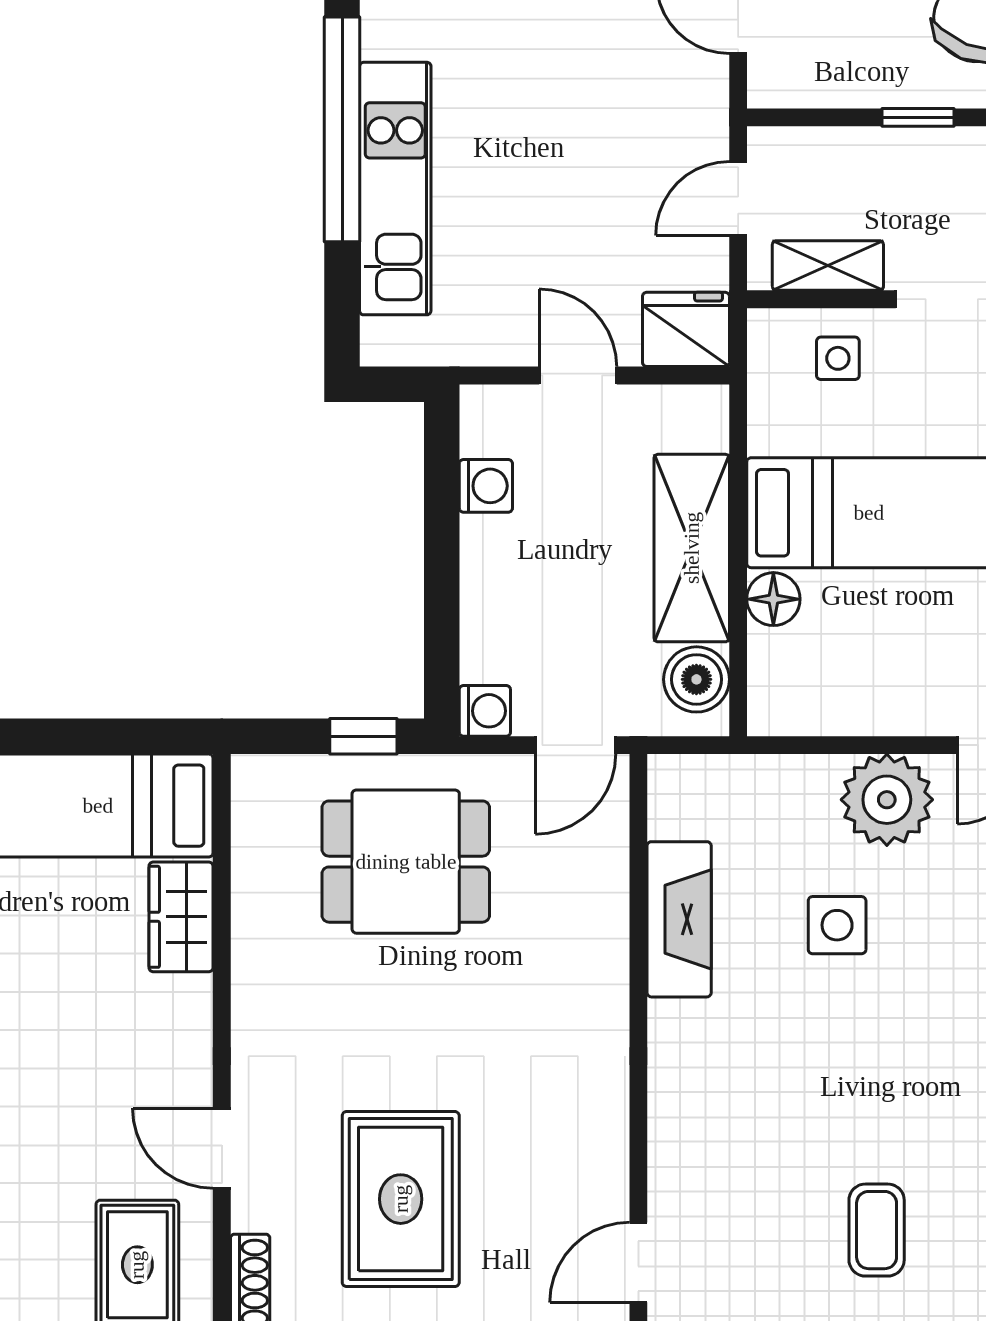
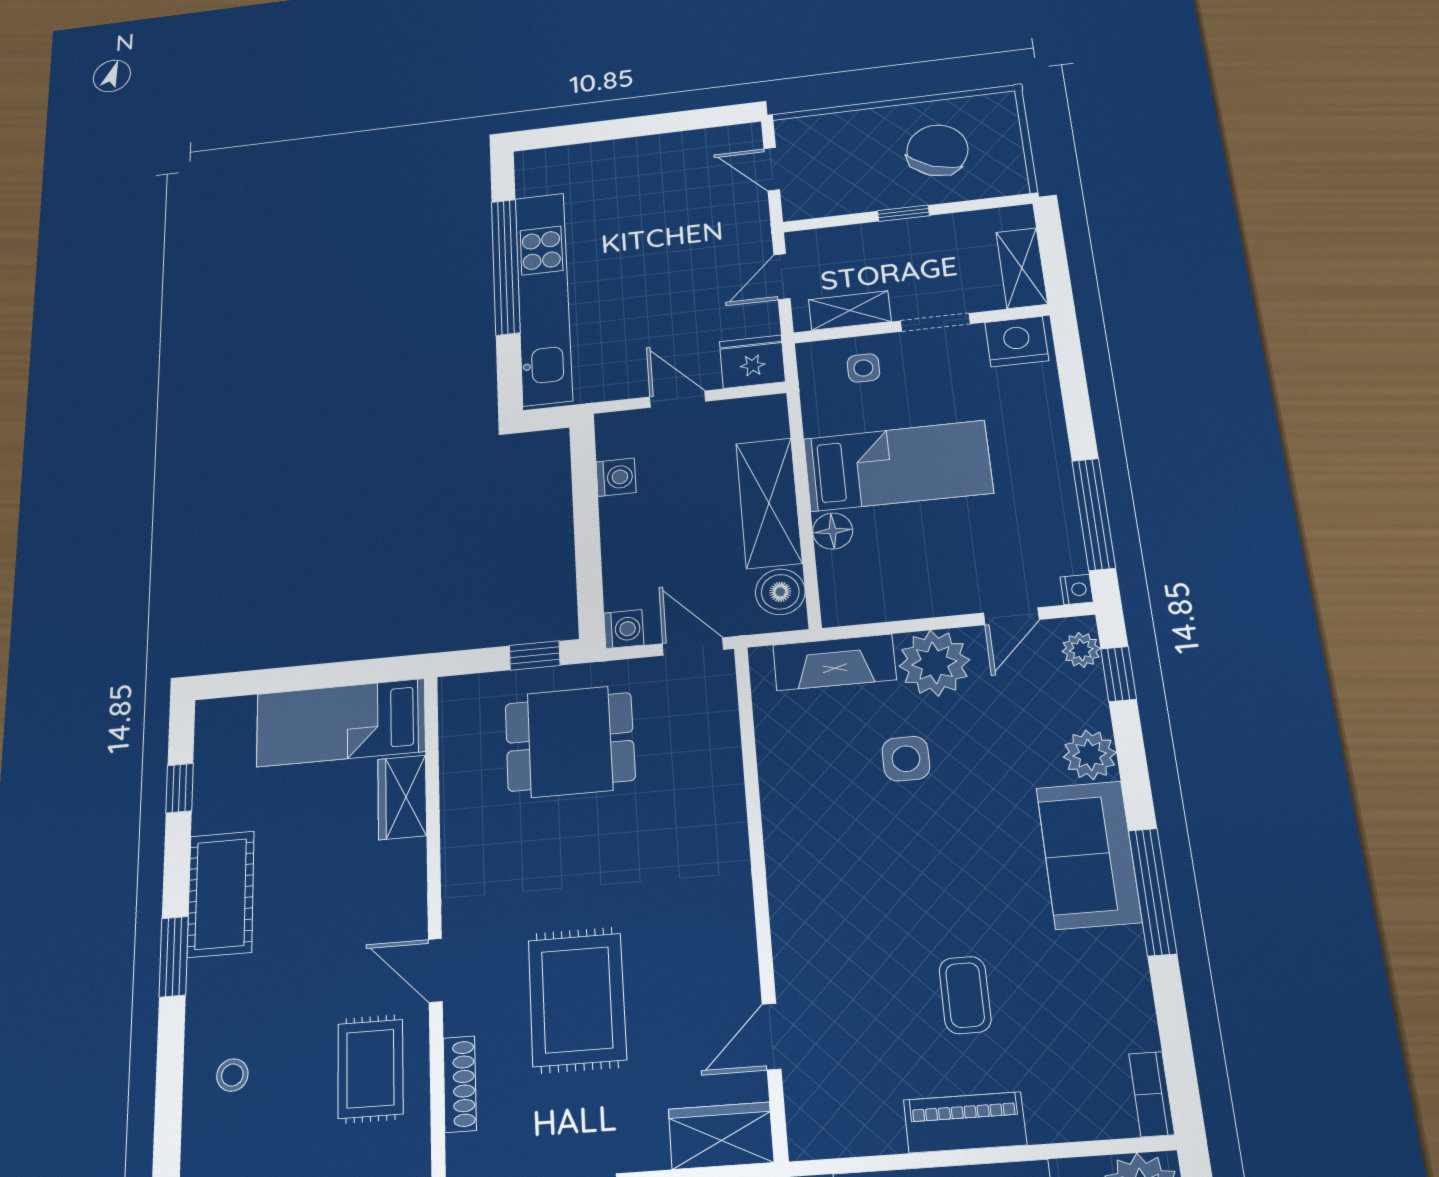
kitchen unit: (395, 189) -> (543, 298), width x1.36
door: (575, 745) -> (693, 647), swing flipped
fireplace: (679, 919) -> (834, 662), moved, turned 90

